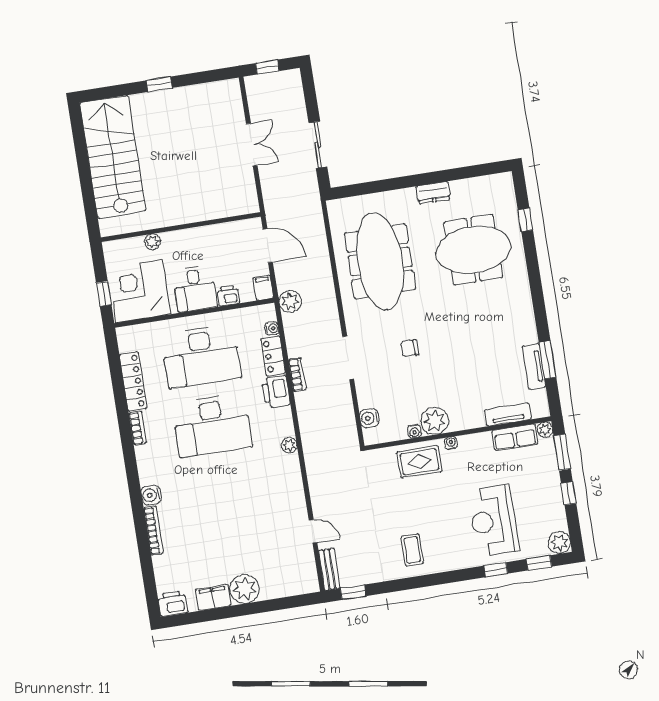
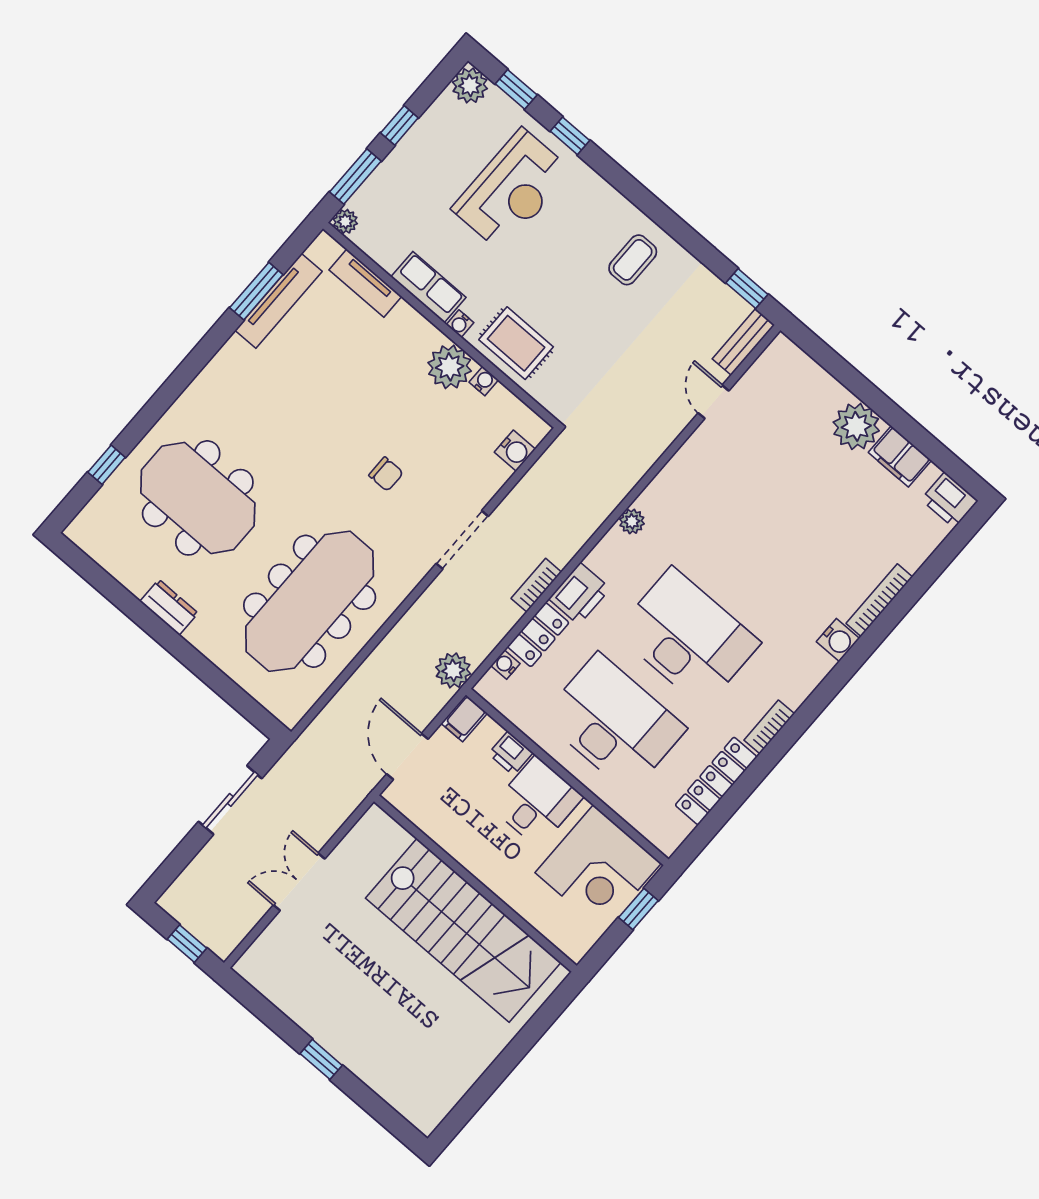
stairs: (113, 157) -> (463, 930), moved, turned -90
plant: (152, 242) -> (524, 903), removed
tv unit: (534, 367) -> (279, 301), width x1.41
row of seats: (515, 437) -> (428, 287), moved

